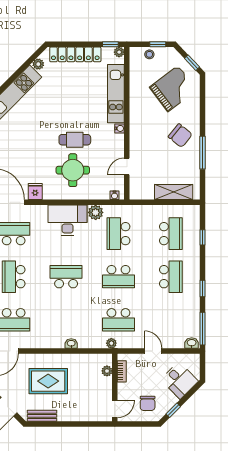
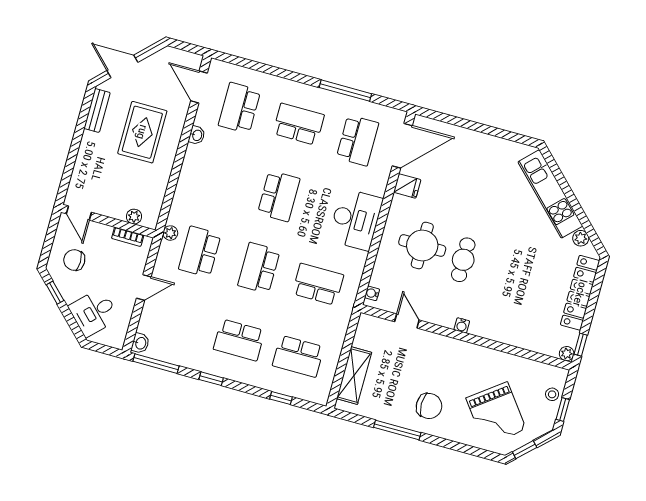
kitchen unit: (116, 94) -> (511, 334), removed
chair: (180, 136) -> (429, 406), turned -129
plant: (96, 212) -> (356, 261), removed
washbasin: (71, 344) -> (197, 135), moved

